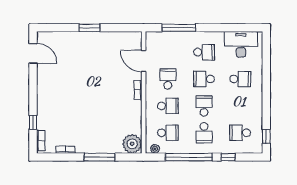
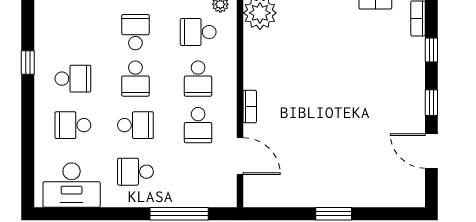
door: (33, 53) -> (431, 151), moved
window: (33, 92) -> (431, 103), added
school desk: (168, 106) -> (198, 79), turned -90
school desk: (240, 133) -> (73, 79), moved
window: (266, 136) -> (28, 63), moved

